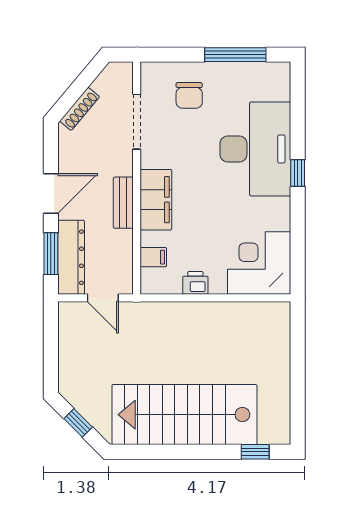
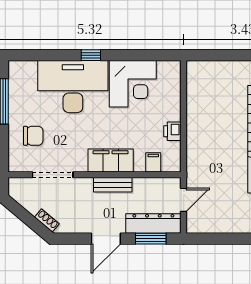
shoe rack: (80, 109) -> (47, 220), width x0.70
door: (51, 193) -> (106, 239), swing flipped
corner desk: (259, 263) -> (133, 84), moved, turned -90

